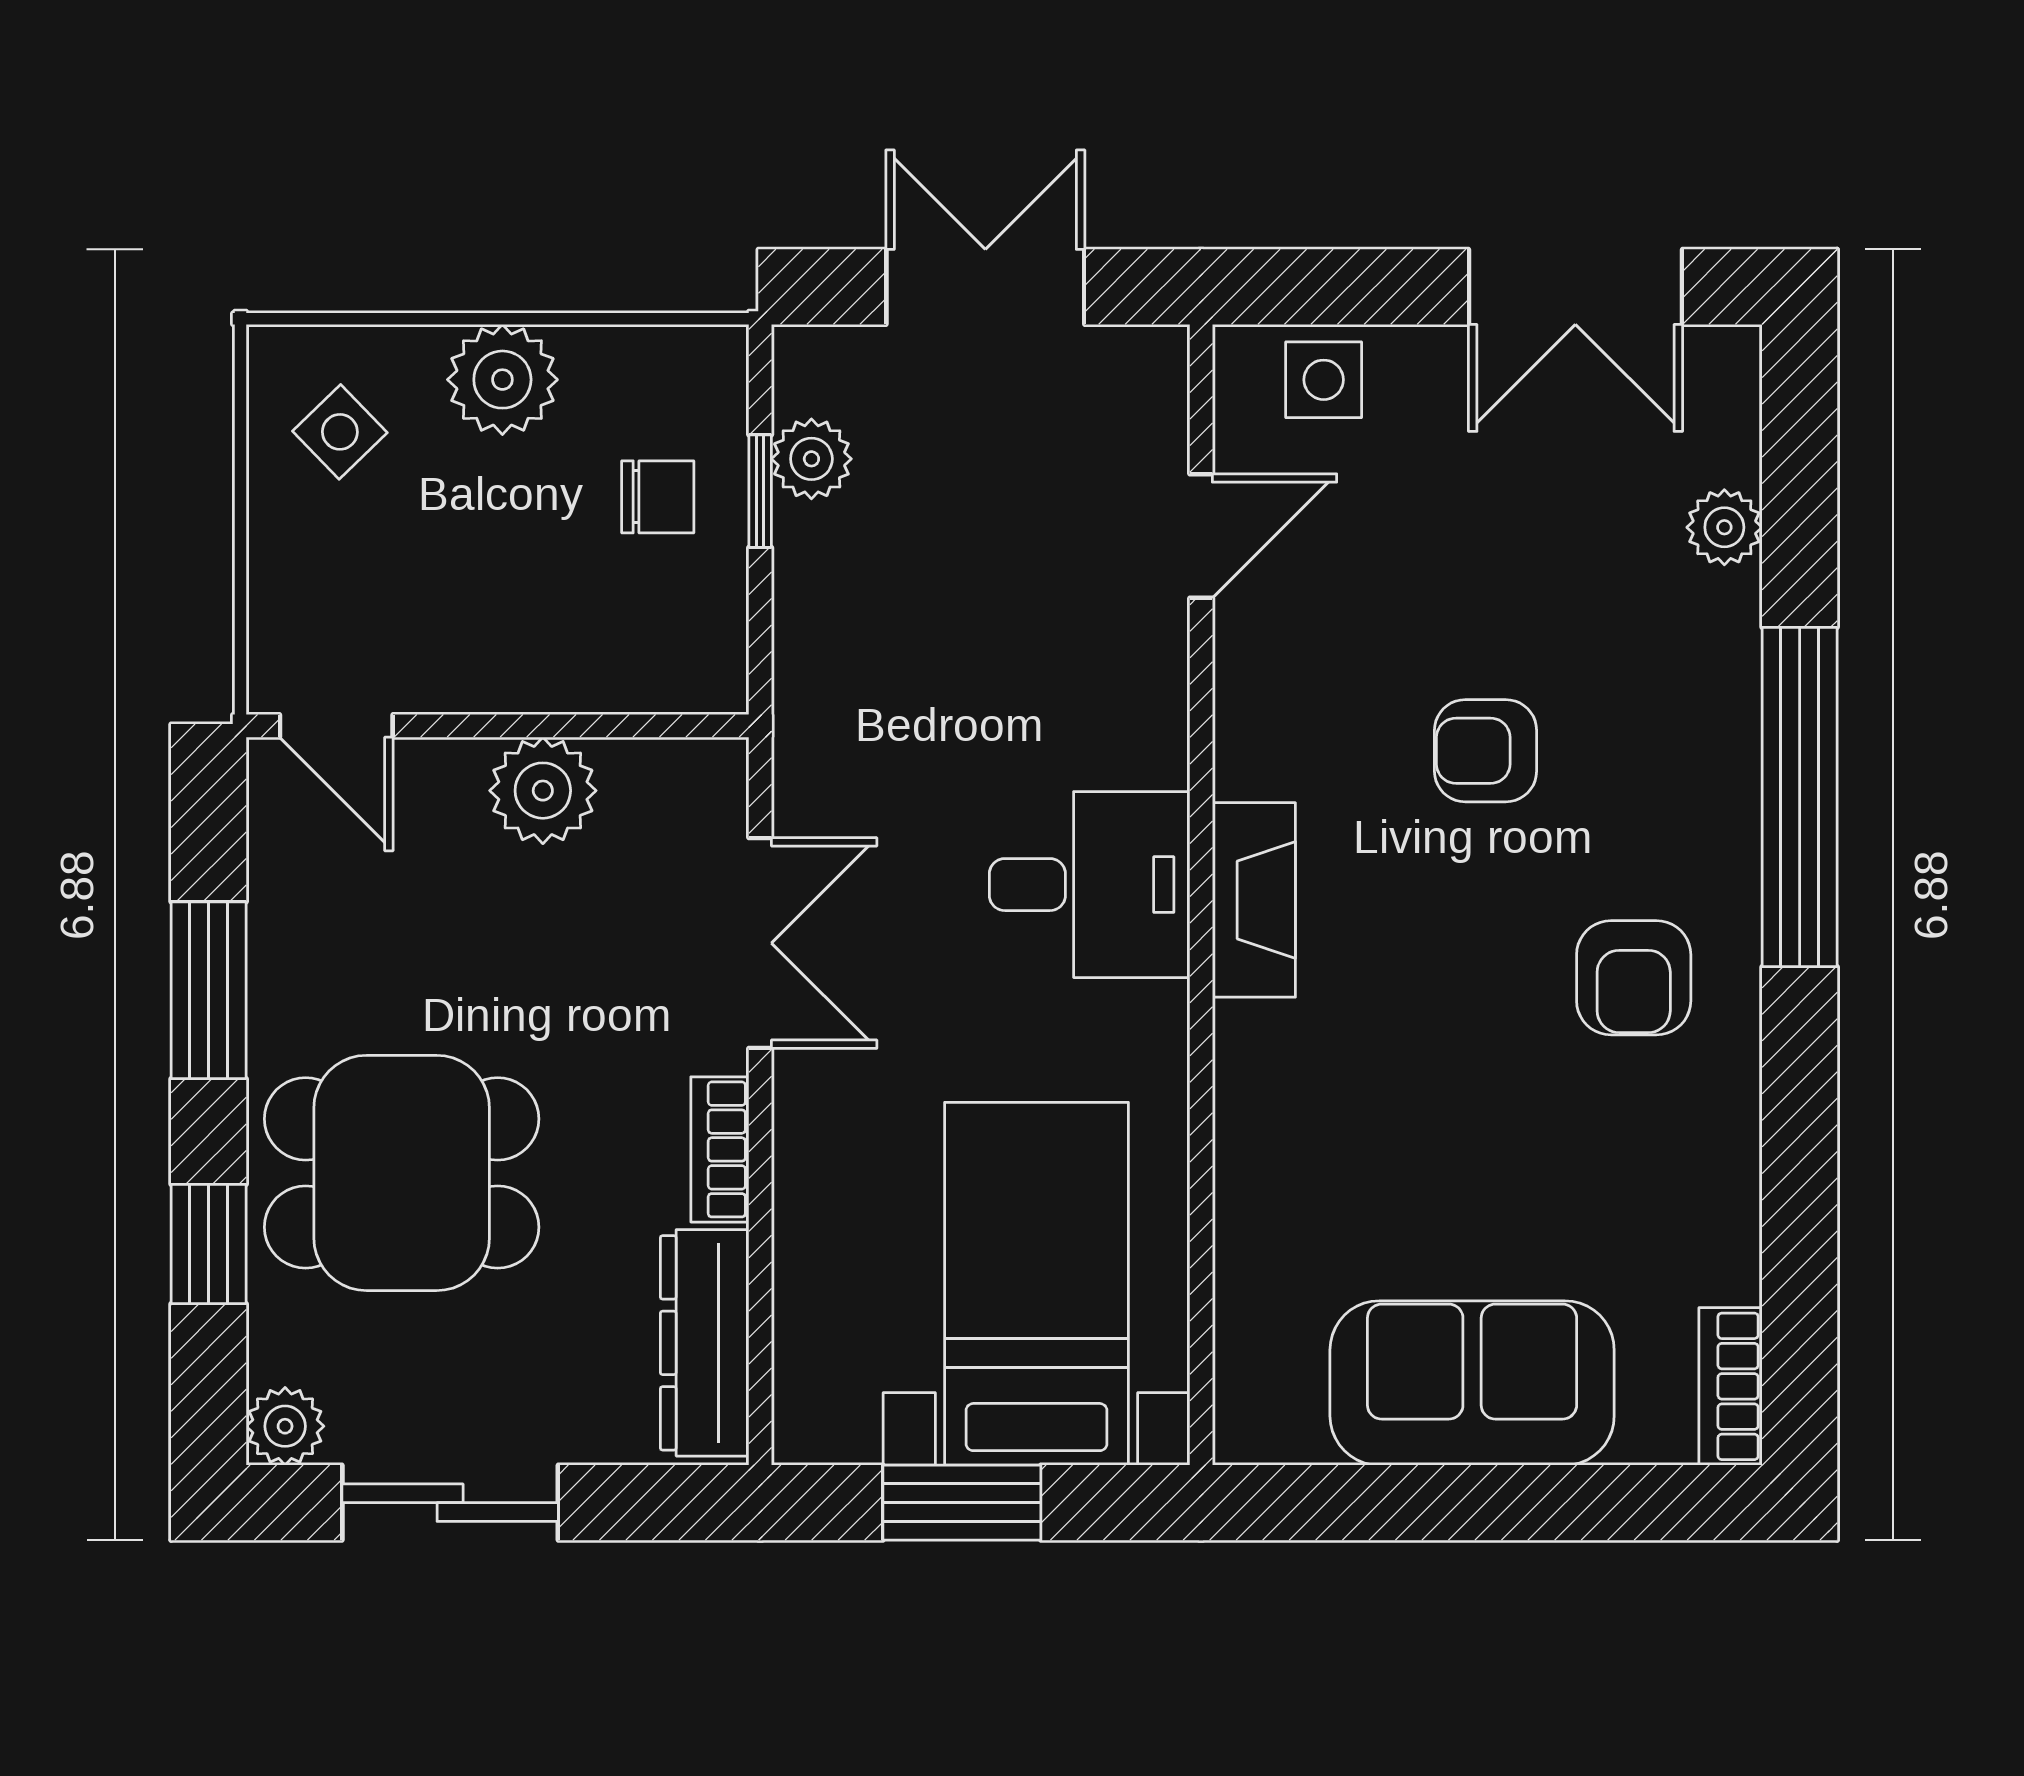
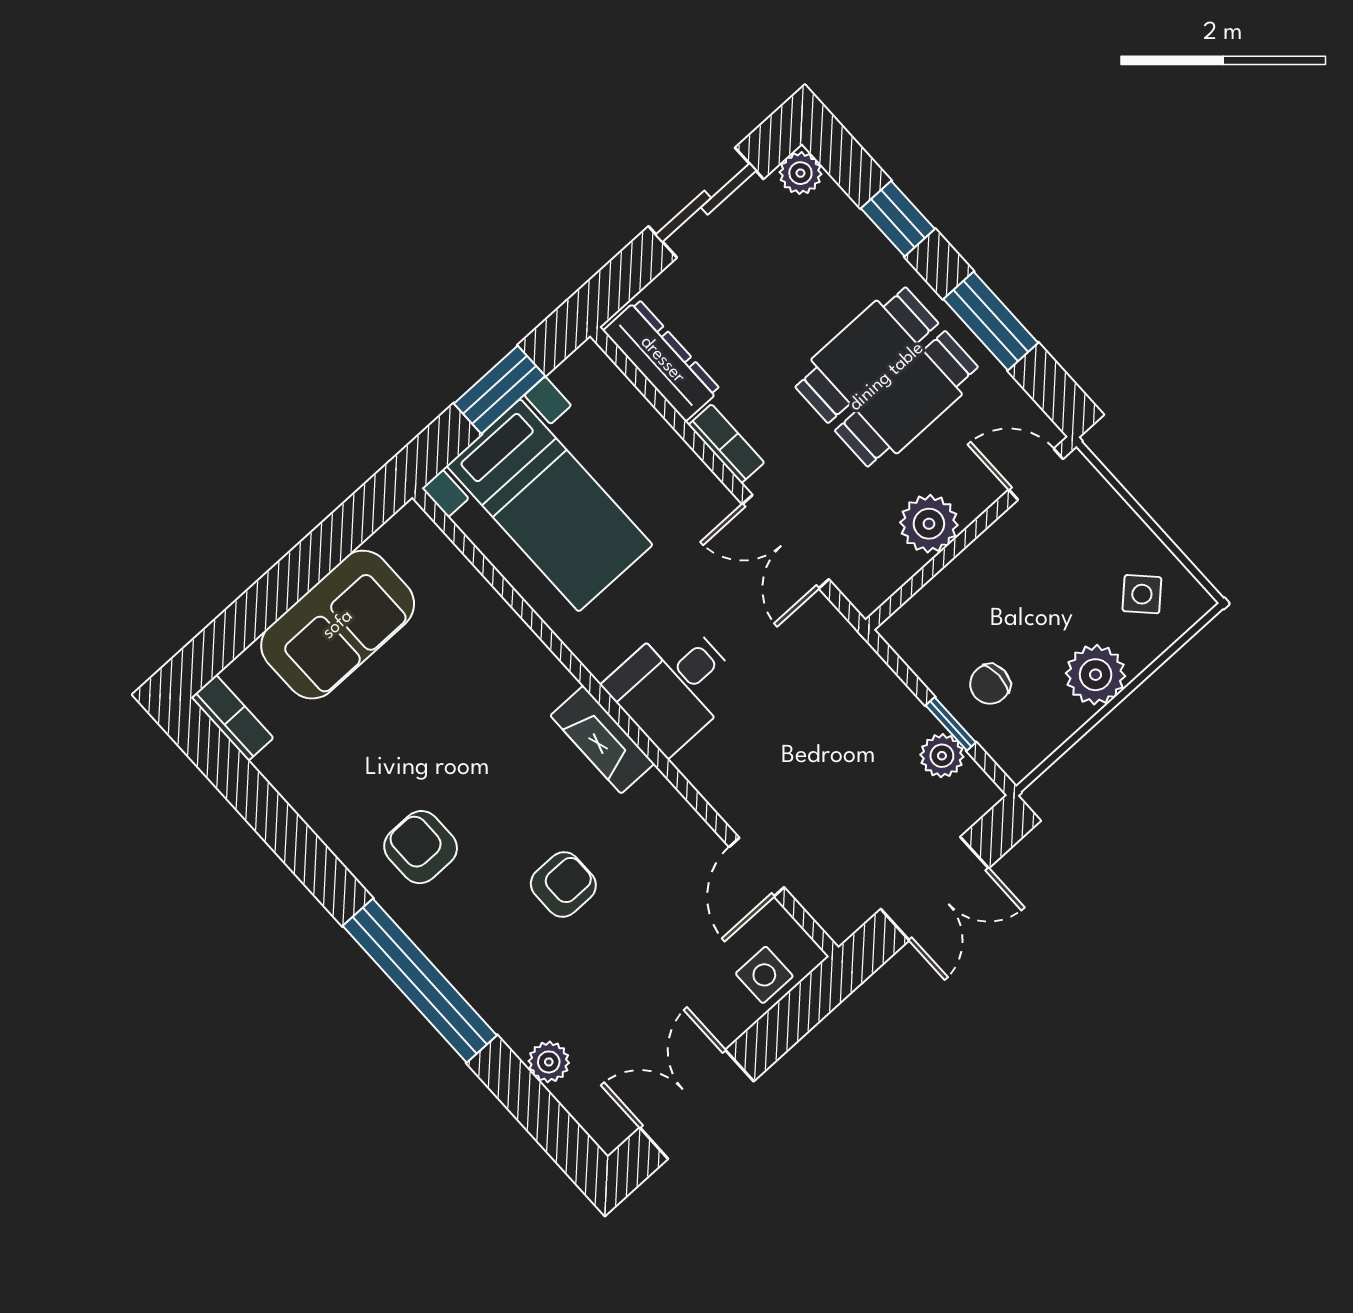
dining table: (402, 1173) -> (887, 377), moved

